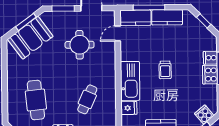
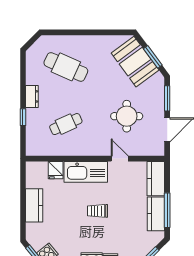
window: (149, 7) -> (167, 210), moved
door: (118, 33) -> (120, 159), moved
cafe table: (87, 99) -> (66, 124), turned -48
cafe table: (36, 100) -> (66, 67), turned 30

